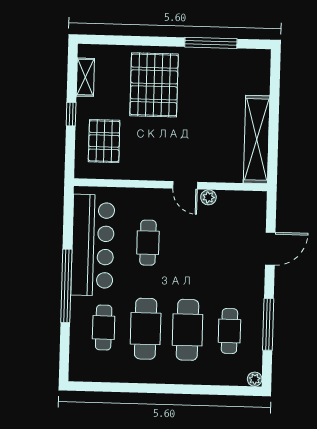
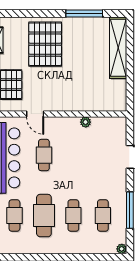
shelving: (257, 139) -> (118, 48), moved
door: (185, 185) -> (35, 114), moved
cafe table: (187, 330) -> (73, 216), width x0.73, depth x0.74

